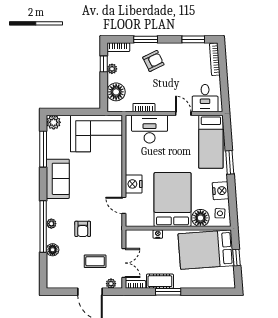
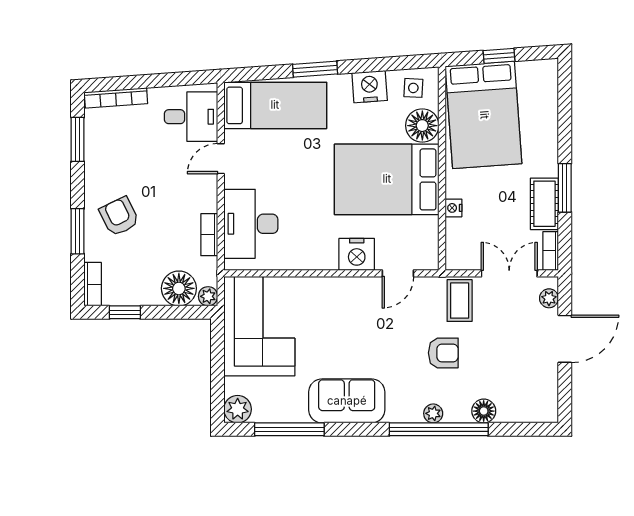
plant: (112, 69) -> (208, 296), moved
coffee table: (95, 261) -> (460, 301), moved

